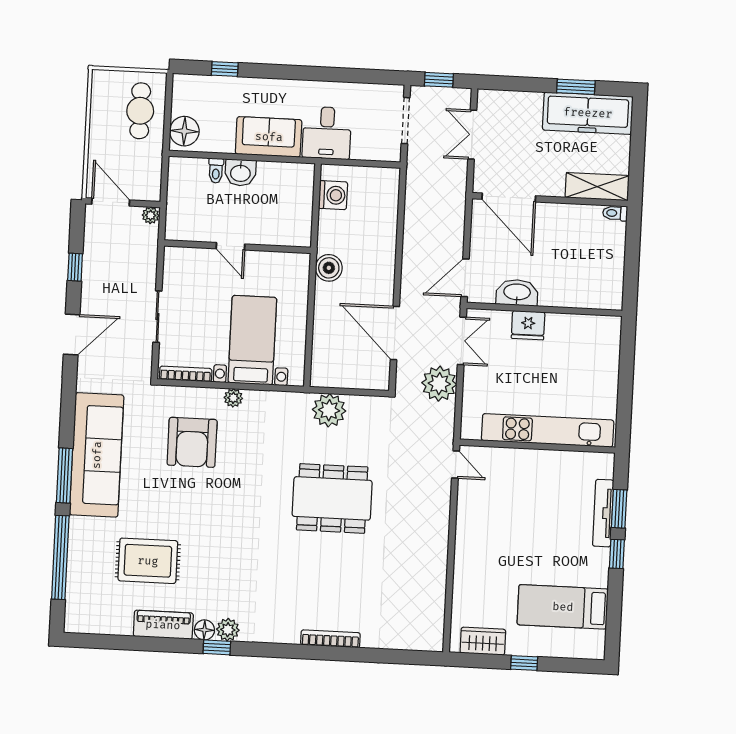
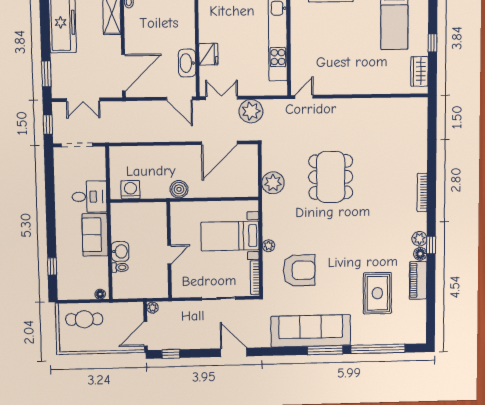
window: (576, 87) -> (46, 74), moved
floor lamp: (184, 131) -> (100, 294), width x0.53, depth x0.53
window: (75, 267) -> (171, 354), moved
bookcase: (330, 639) -> (422, 192), moved

